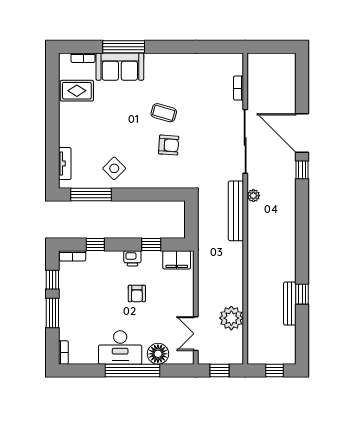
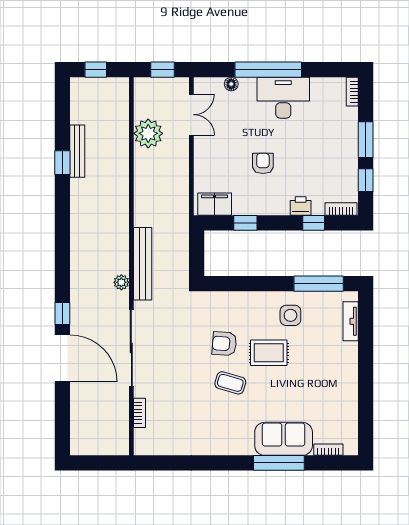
rug: (77, 91) -> (269, 353), moved
side table: (114, 168) -> (290, 315), turned 45
printer: (132, 258) -> (301, 206), moved
floor lamp: (158, 354) -> (231, 84), width x0.53, depth x0.53

